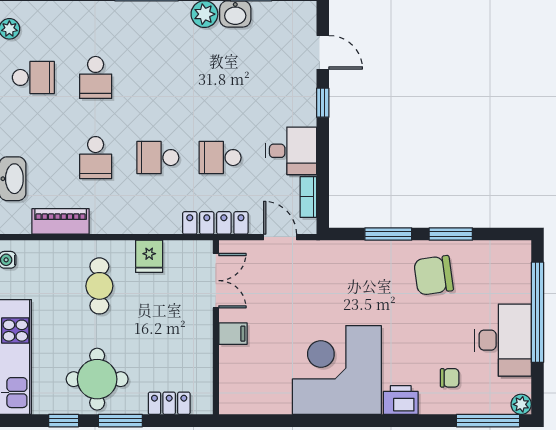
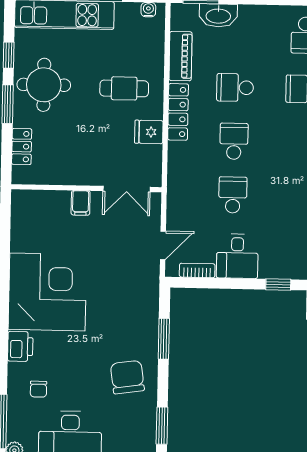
locker: (215, 223) -> (178, 112), moved
window: (451, 234) -> (162, 426), moved

